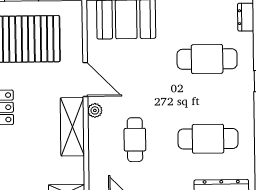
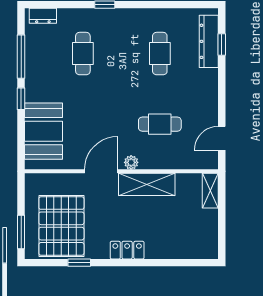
cafe table: (207, 59) -> (83, 54), width x0.73, depth x0.74
cafe table: (208, 139) -> (160, 54), width x0.73, depth x0.74

